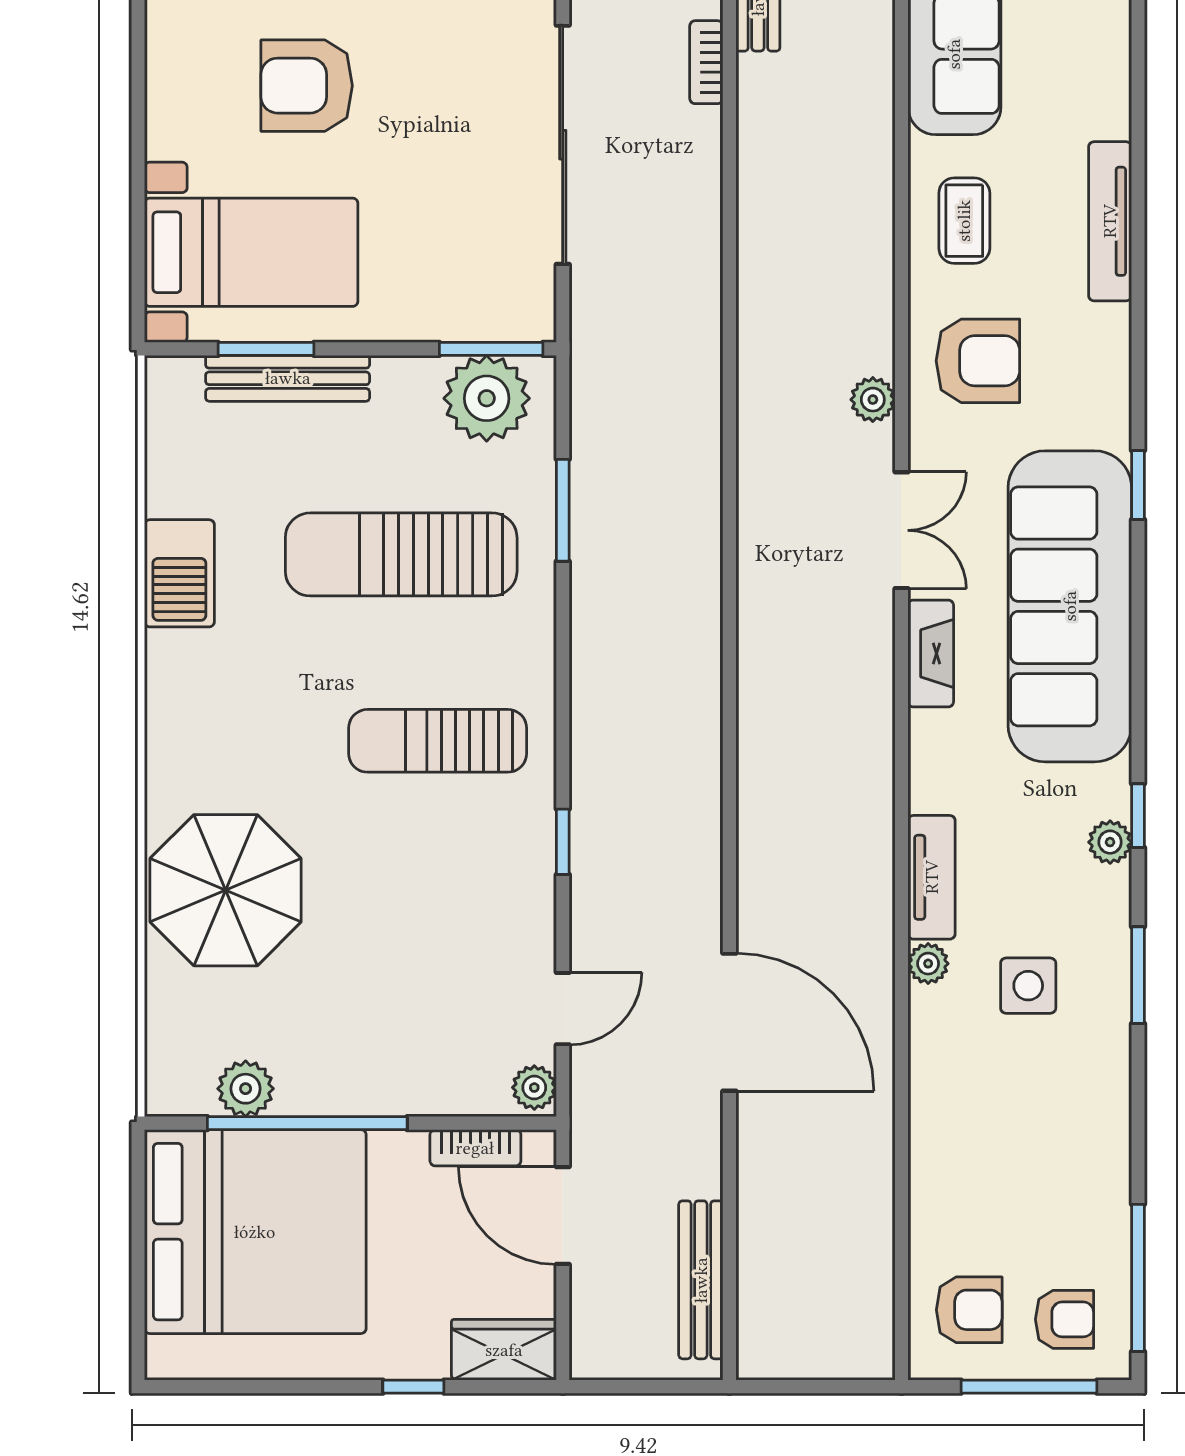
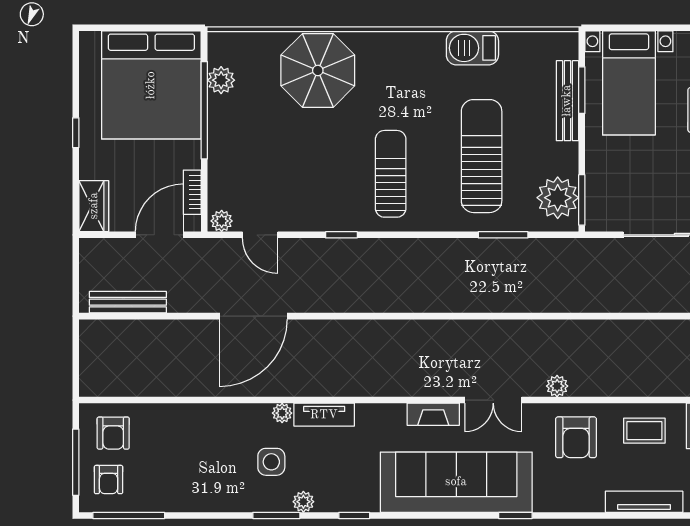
plant: (1110, 842) -> (303, 502), moved
window: (413, 1387) -> (76, 133), moved

